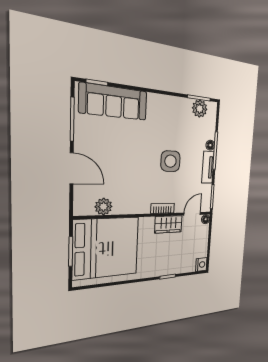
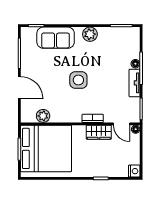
sofa: (114, 102) -> (56, 38), width x0.73
plant: (200, 109) -> (90, 34), moved
side table: (170, 161) -> (78, 80), moved
door: (192, 214) -> (122, 124), swing flipped

